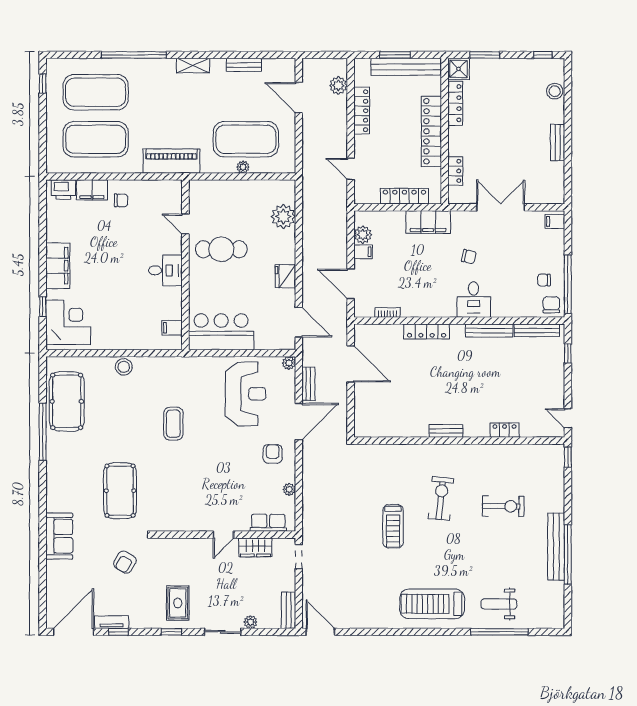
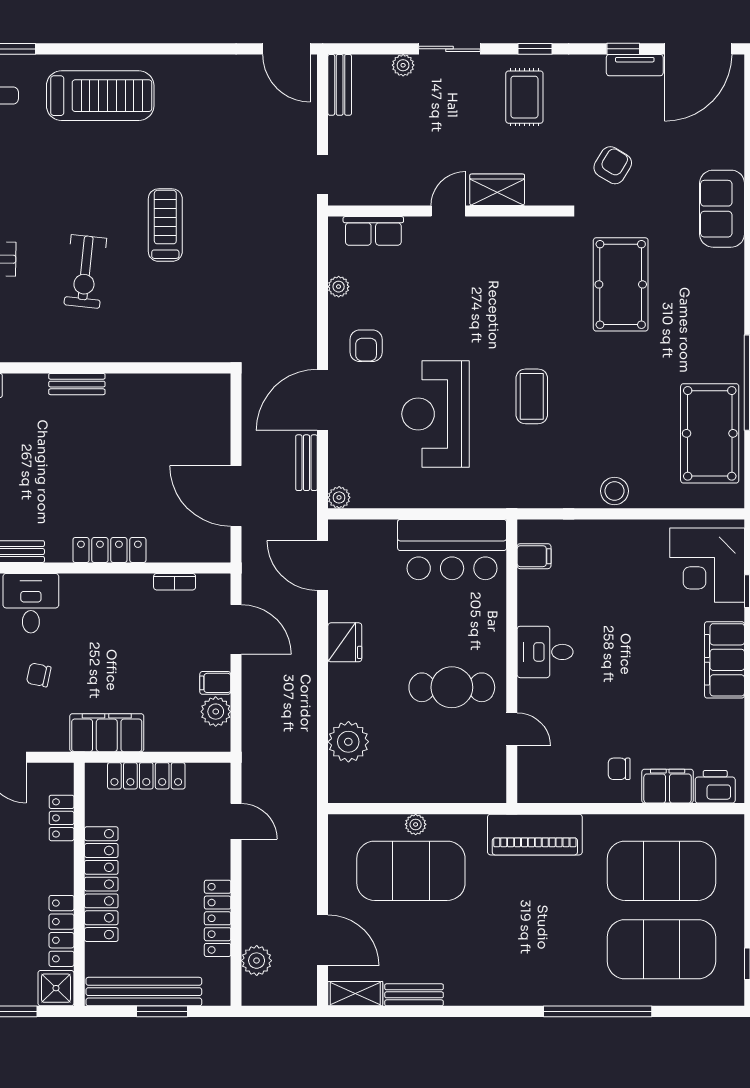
shelving: (193, 66) -> (355, 994), moved
reception desk: (246, 394) -> (436, 414), moved
wardrobe: (255, 547) -> (497, 190), moved

